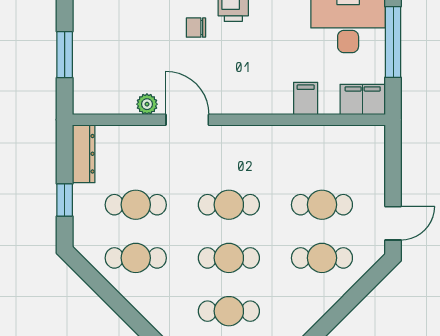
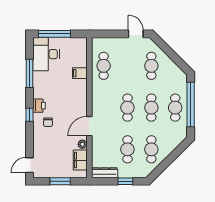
filing cabinet: (363, 99) -> (80, 160), moved
cafe table: (322, 205) -> (104, 66), moved

